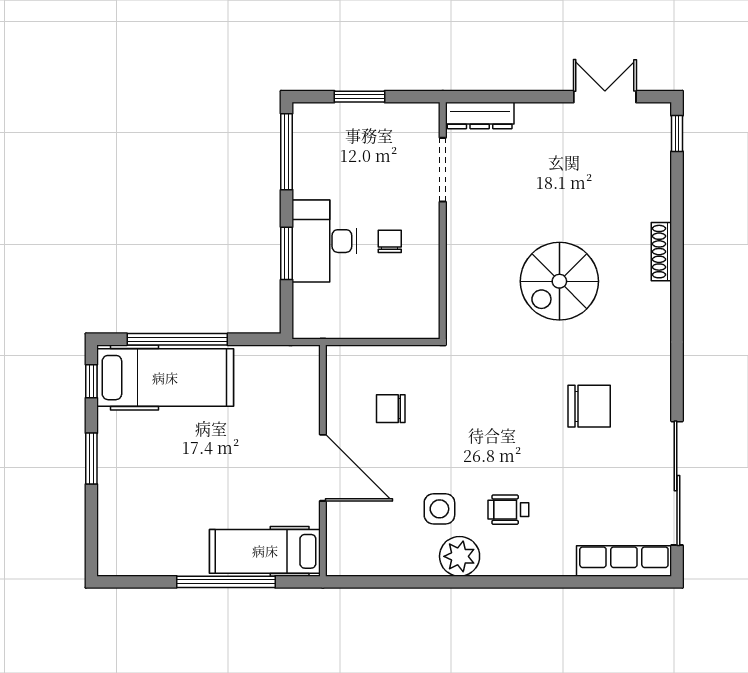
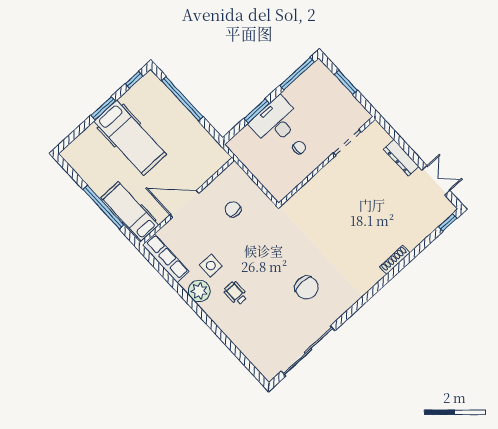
dresser: (480, 116) -> (401, 158), moved
spiral stairs: (559, 281) -> (346, 230), removed
hospital bed: (165, 378) -> (130, 138), moved
door: (323, 468) -> (184, 204), swing flipped
row of seats: (624, 561) -> (166, 258), moved

